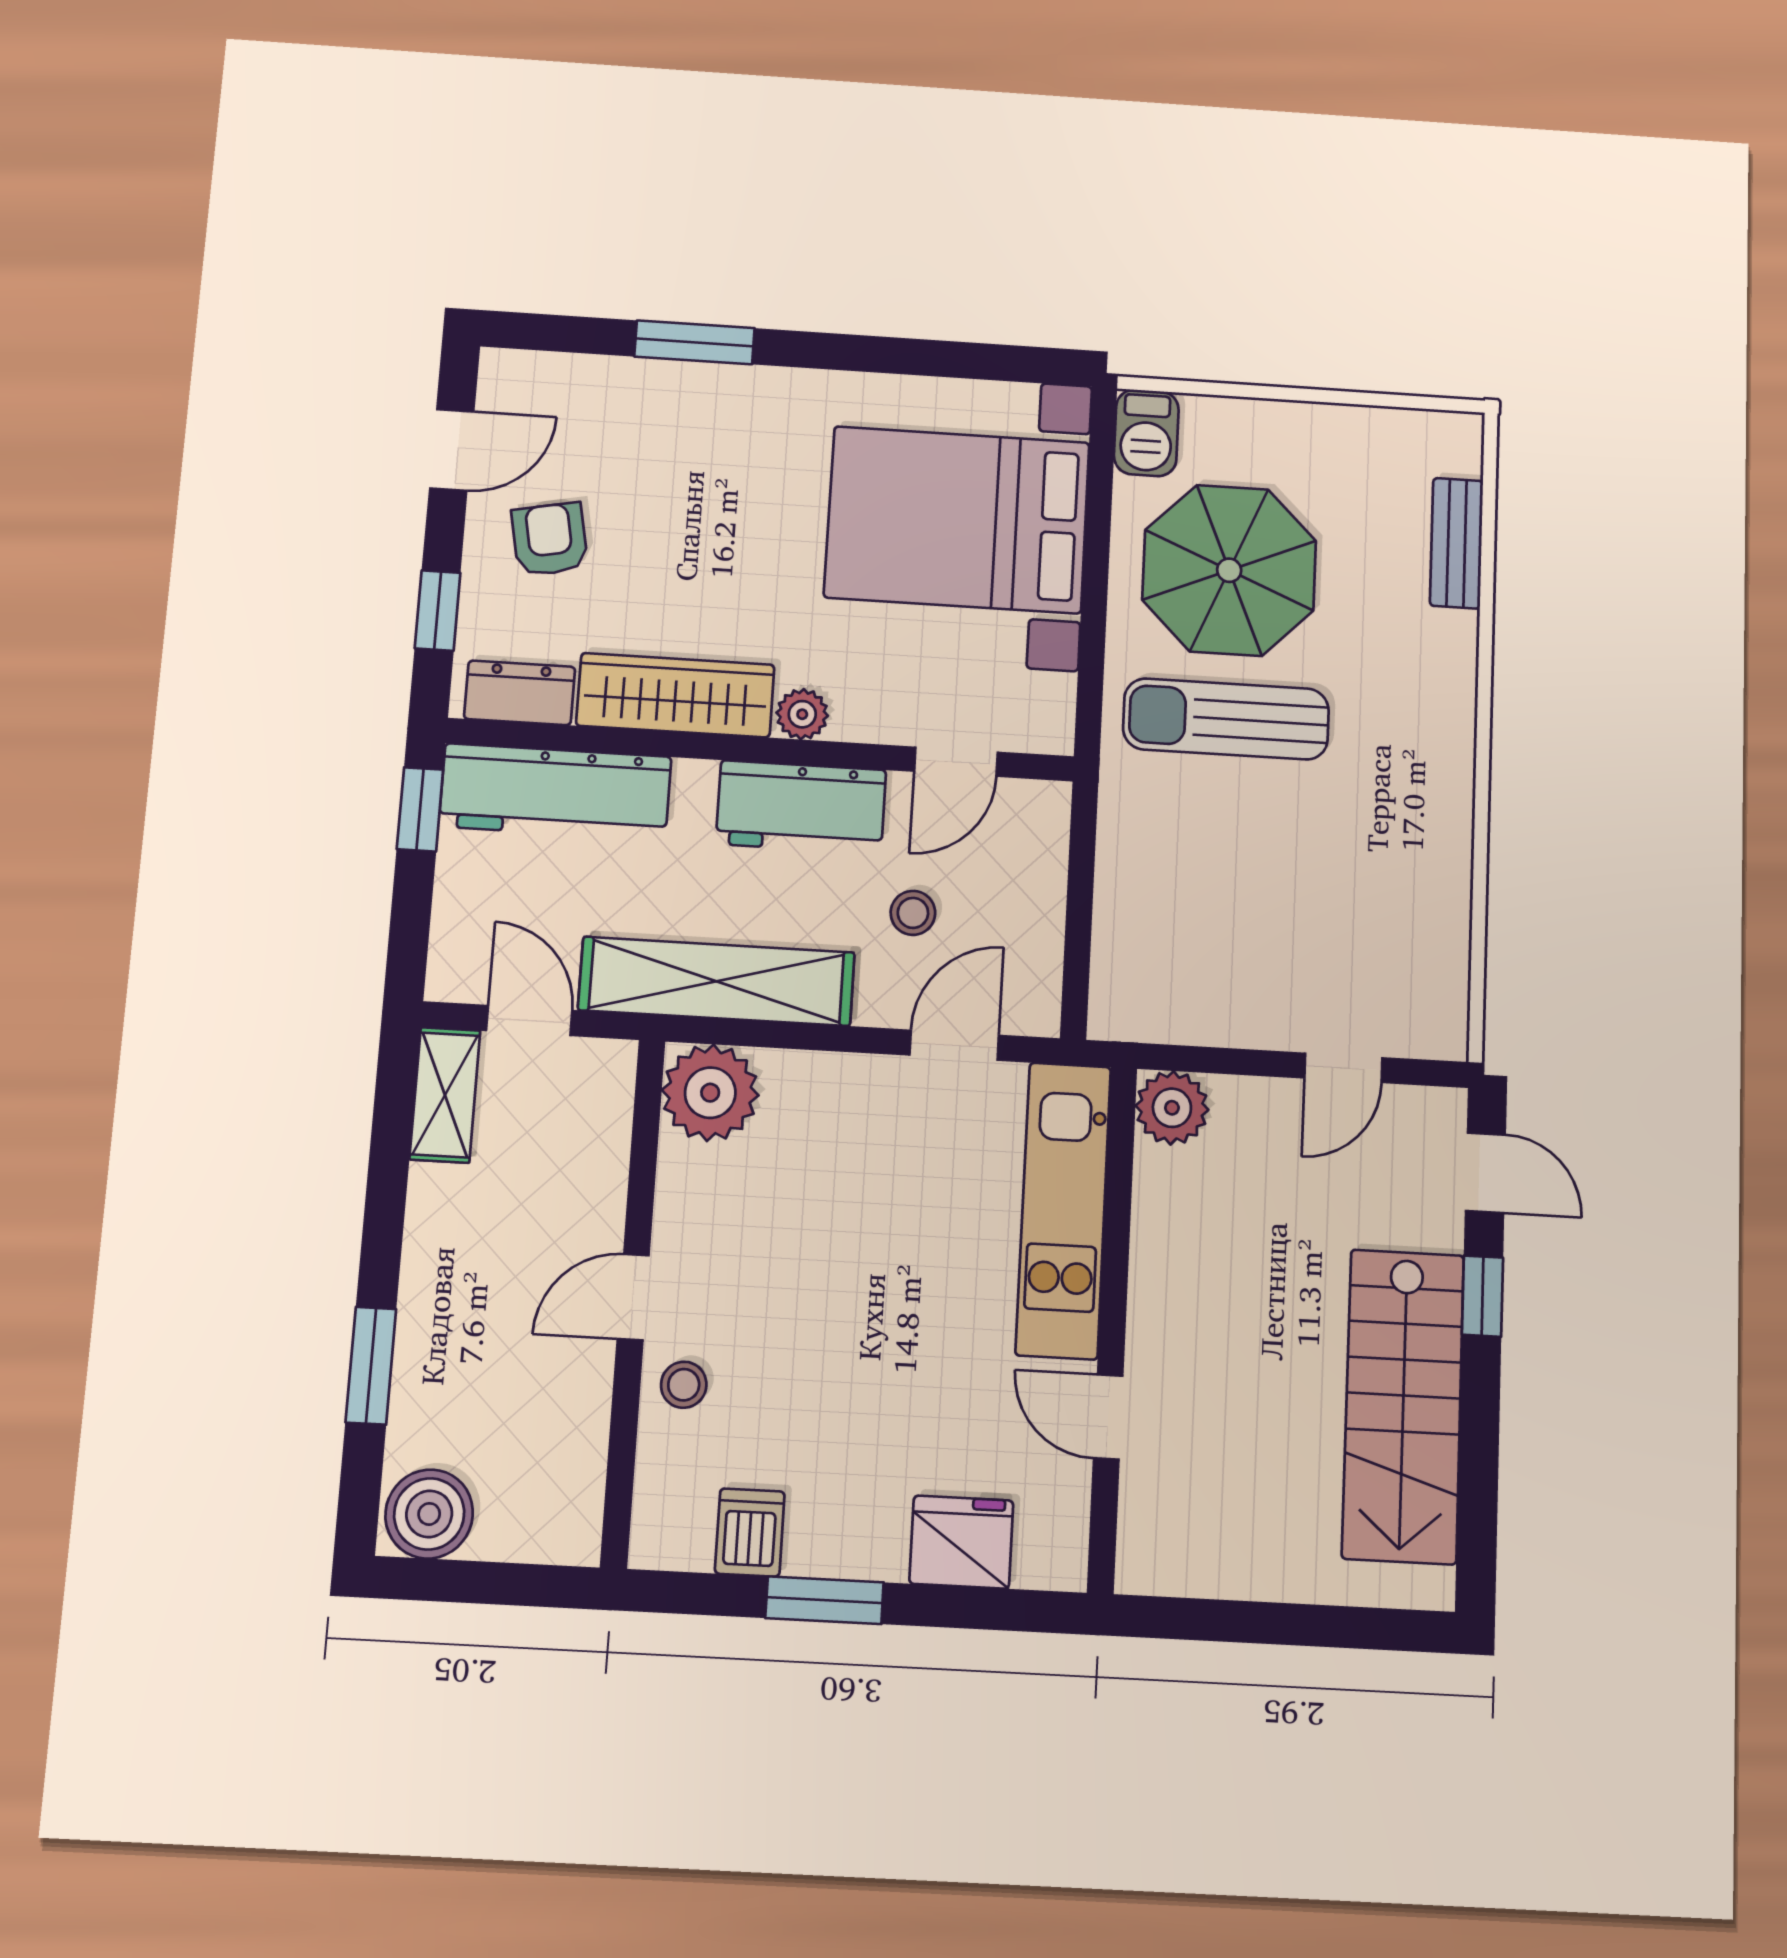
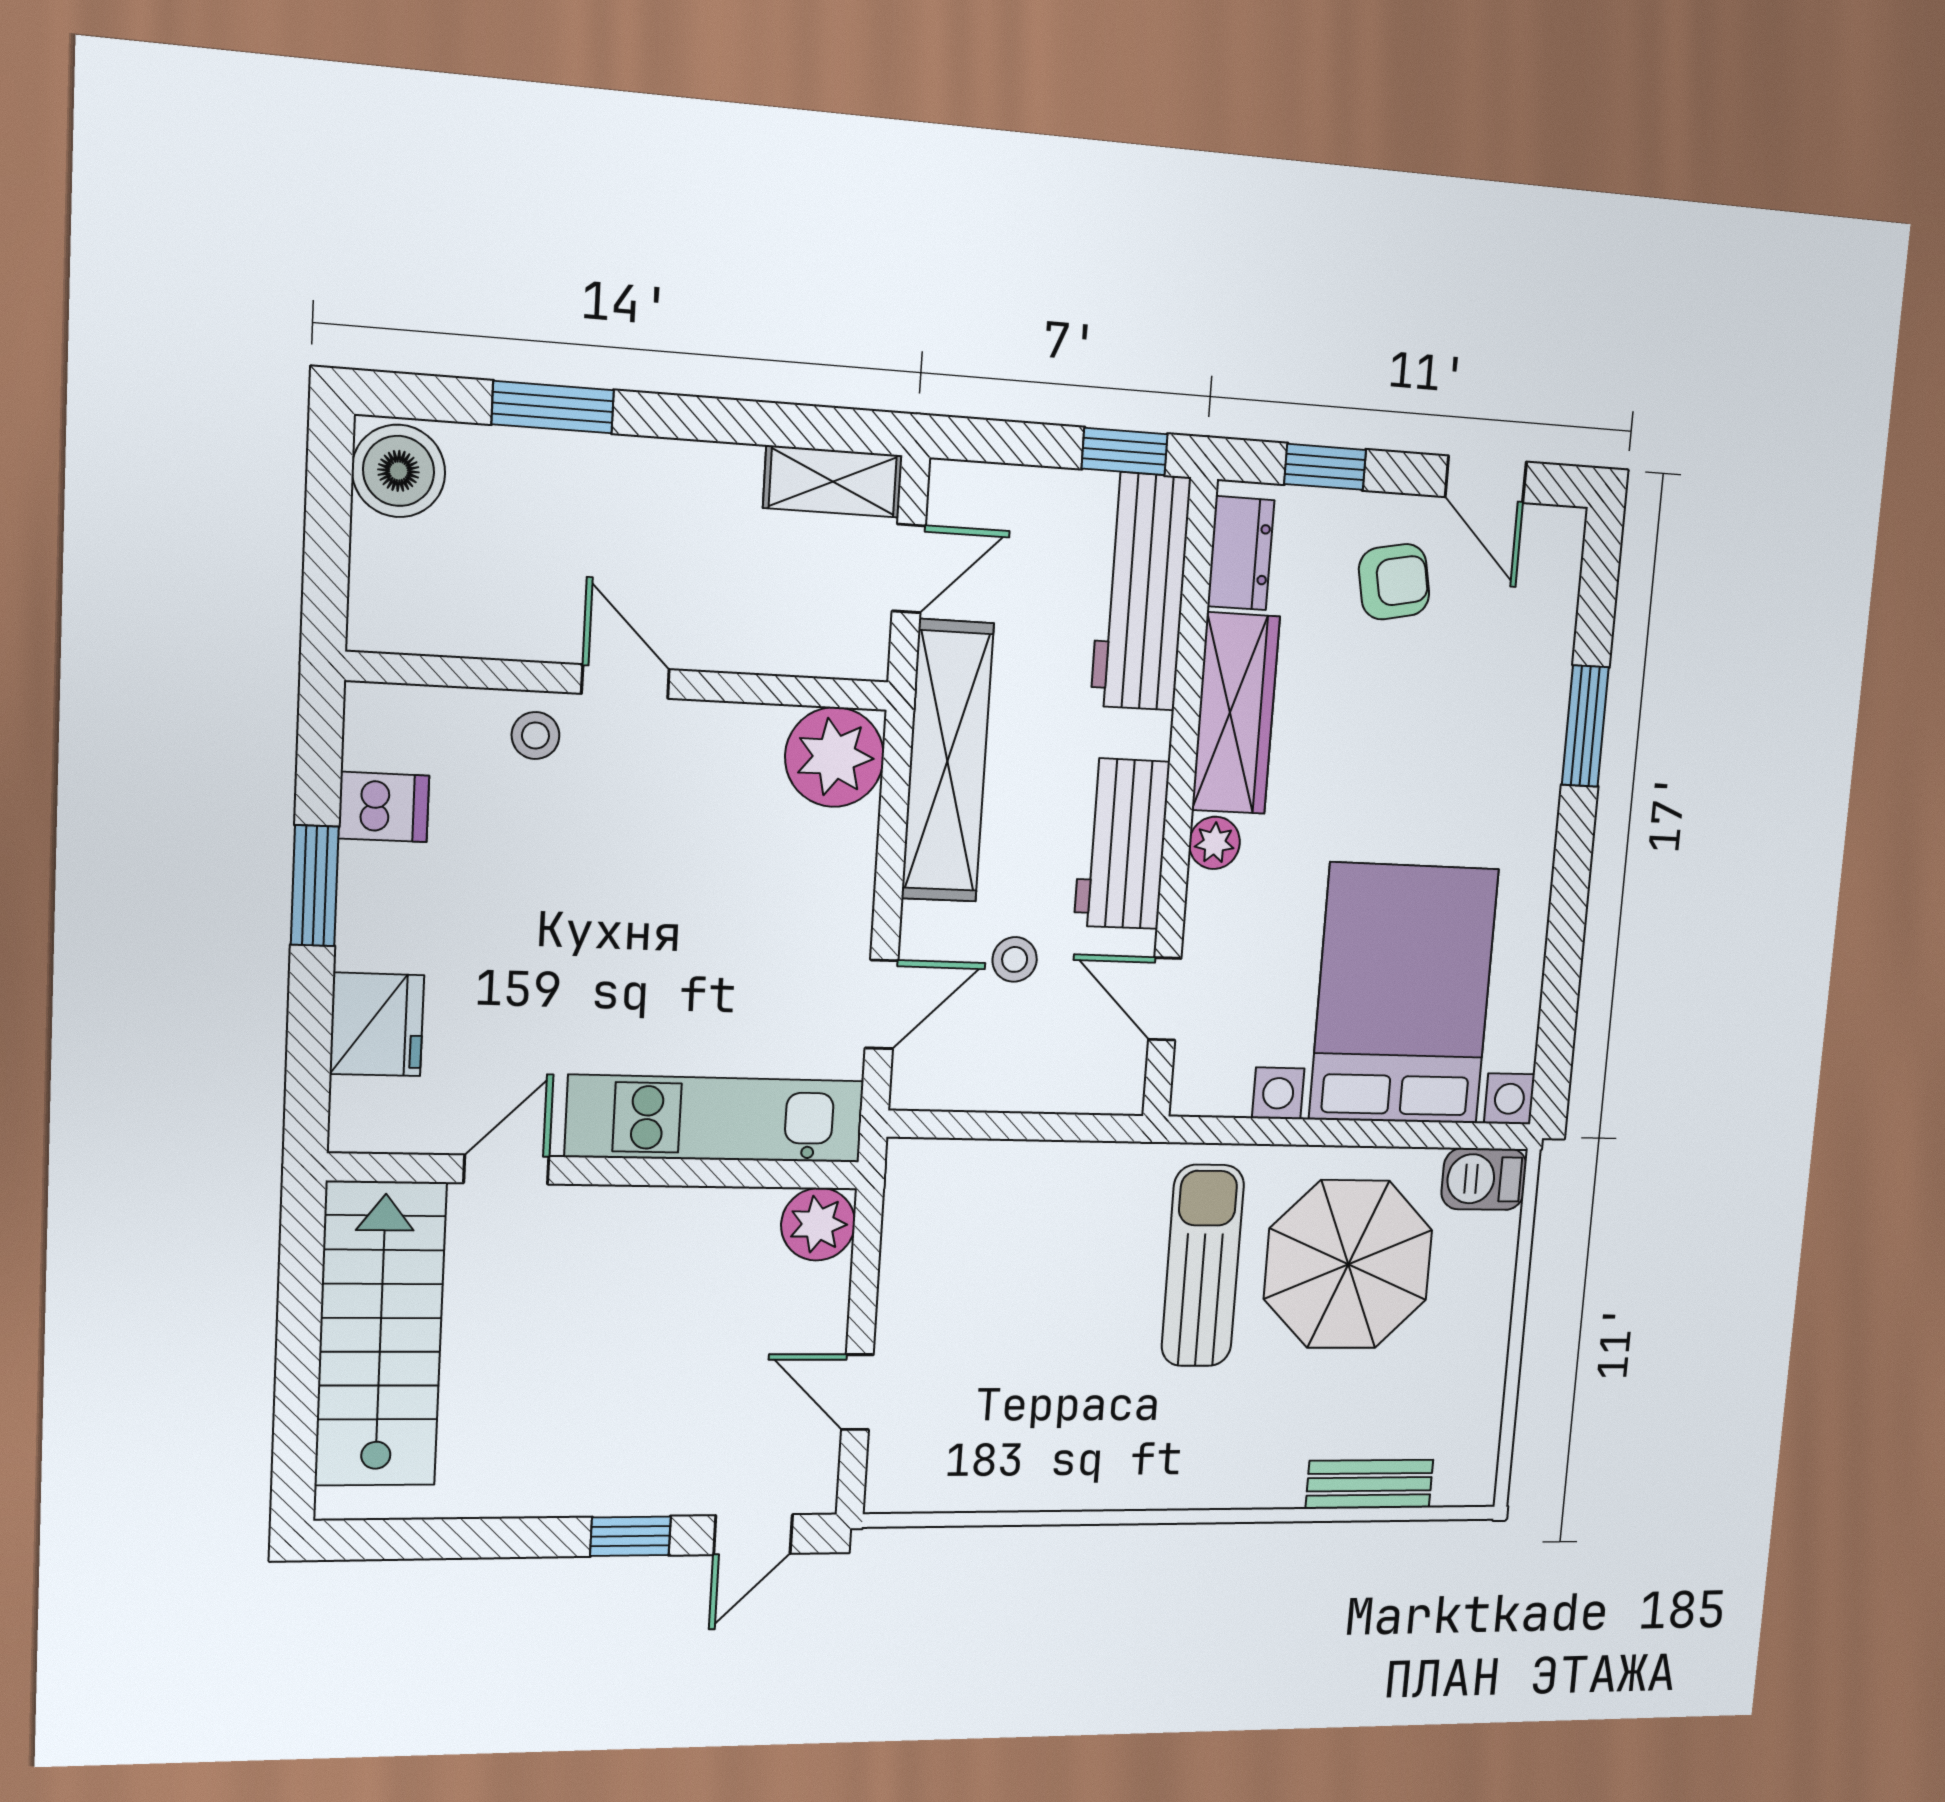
door: (954, 1045) -> (882, 1004), hinge flipped
stairs: (1403, 1406) -> (381, 1334), moved, turned 90

